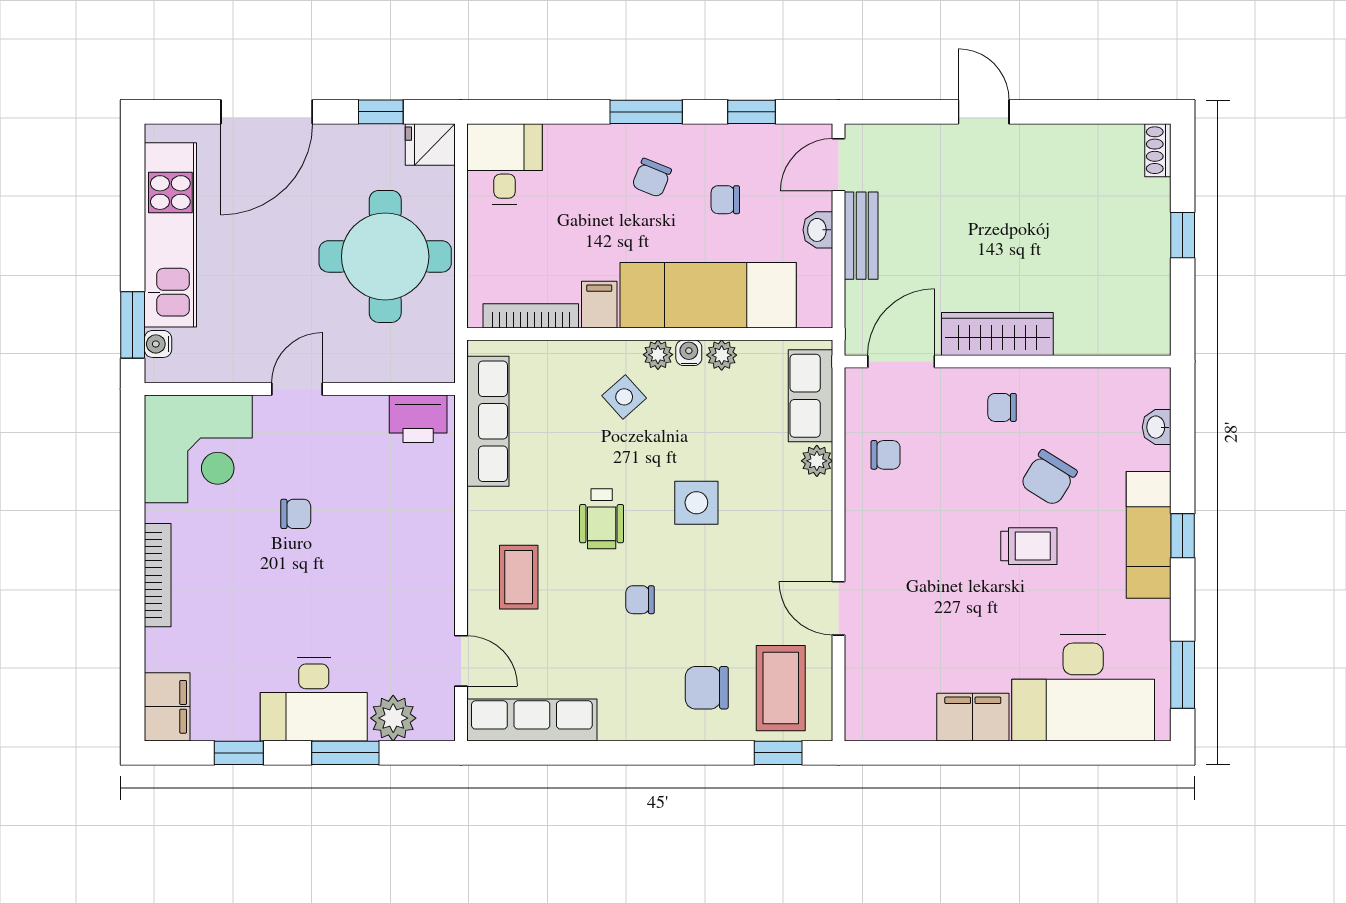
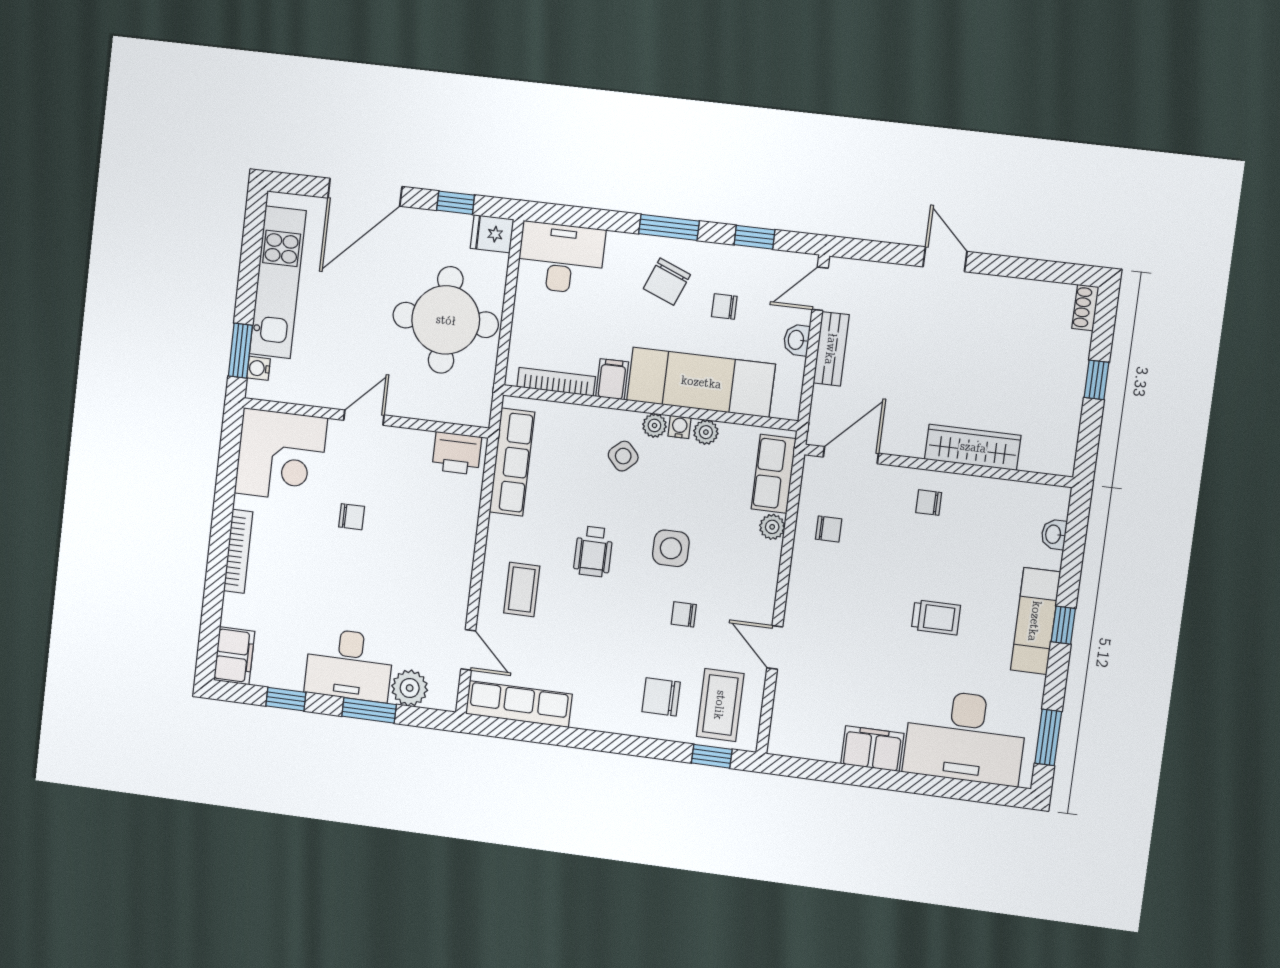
desk: (505, 164) -> (561, 258), width x1.37
chair: (652, 178) -> (667, 282), width x1.37, depth x1.37
wardrobe: (997, 334) -> (973, 447), moved
chair: (1049, 478) -> (959, 564), removed
chair: (640, 600) -> (684, 614), moved

